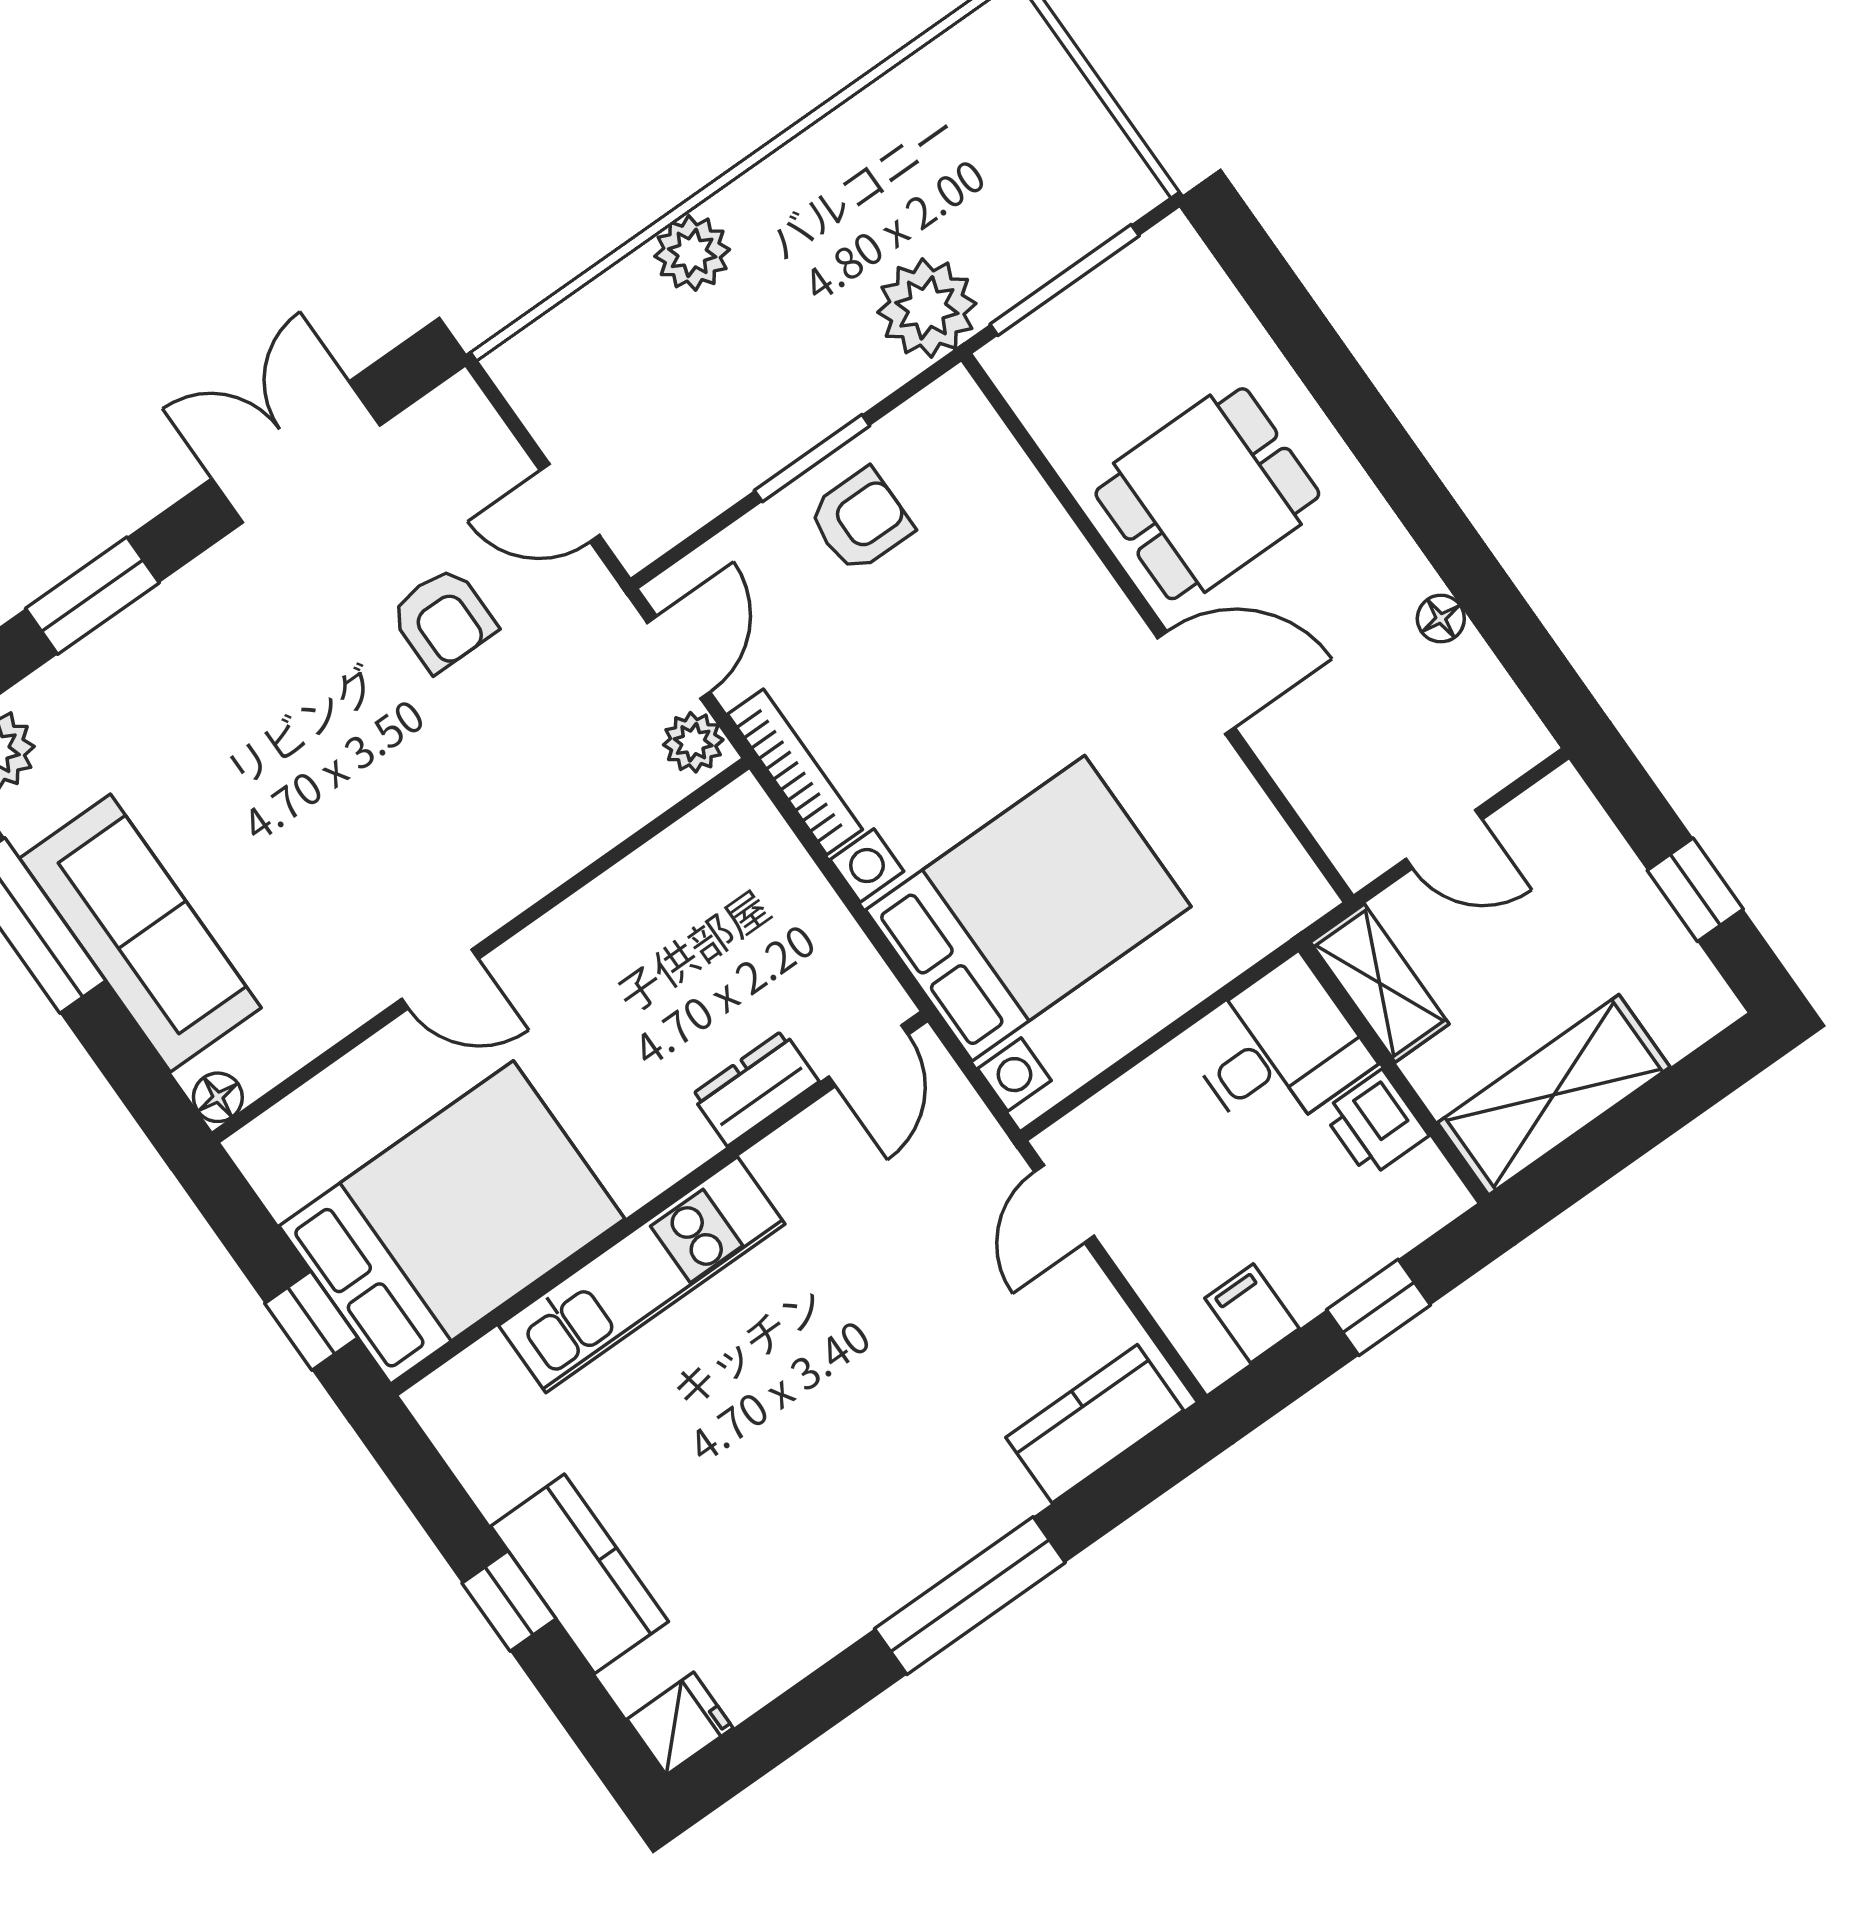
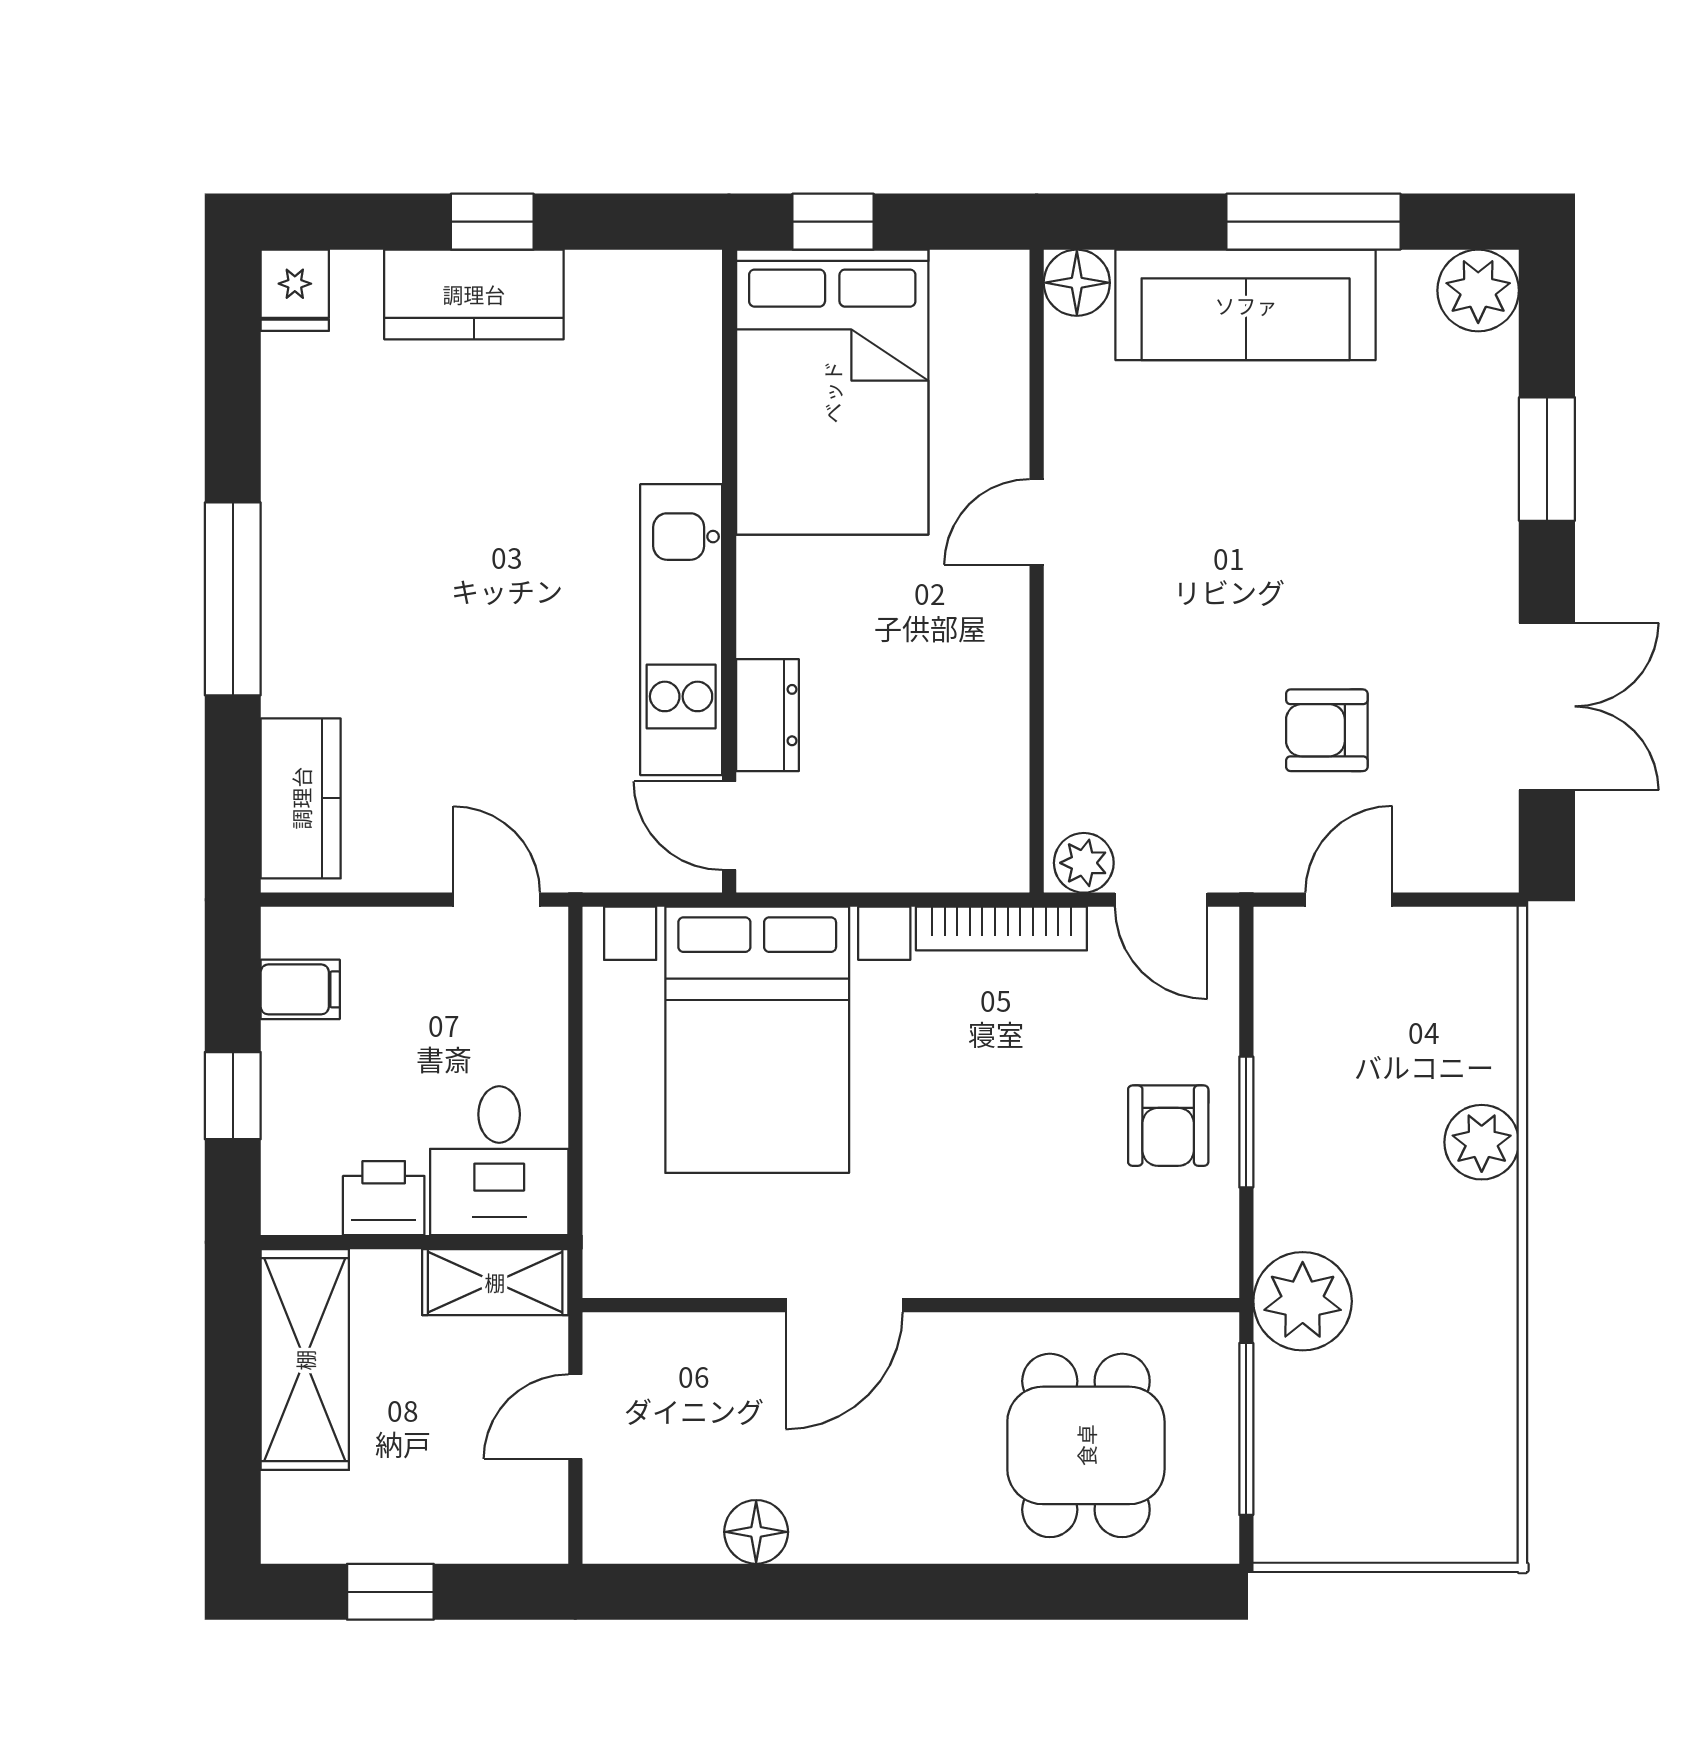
dining table: (1207, 494) -> (1086, 1445), moved
floor lamp: (1441, 619) -> (756, 1532), width x1.37, depth x1.37
floor lamp: (218, 1097) -> (1077, 283), width x1.37, depth x1.37
kitchen unit: (642, 1275) -> (681, 630), moved

